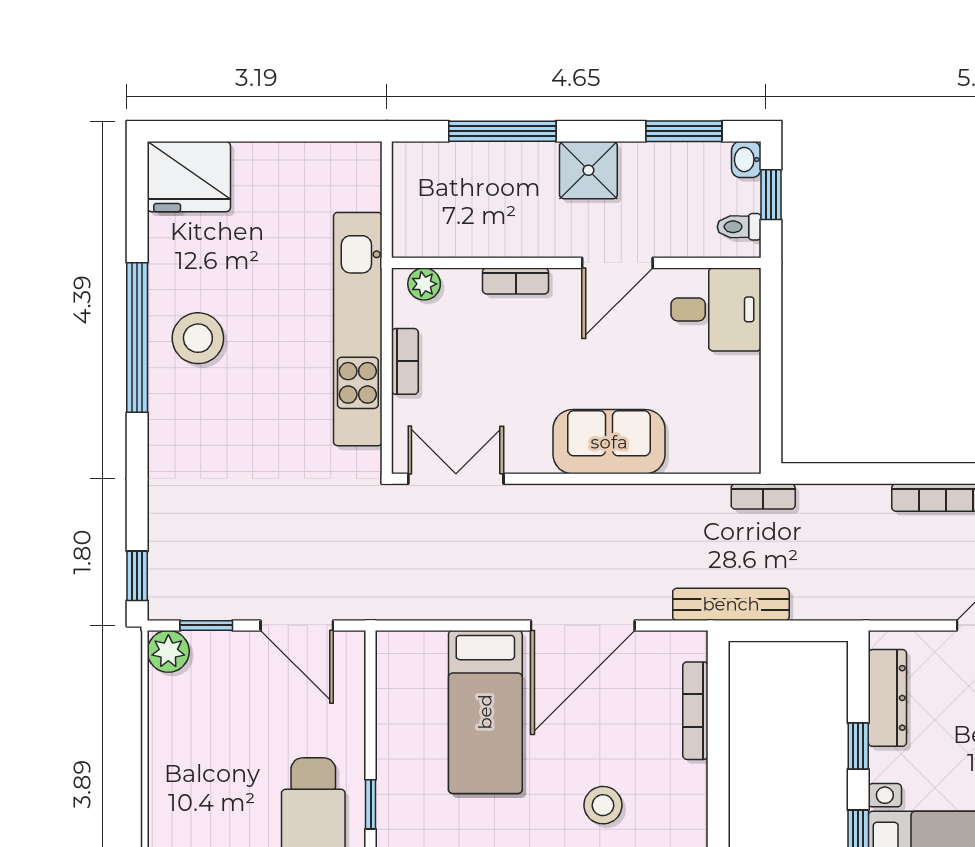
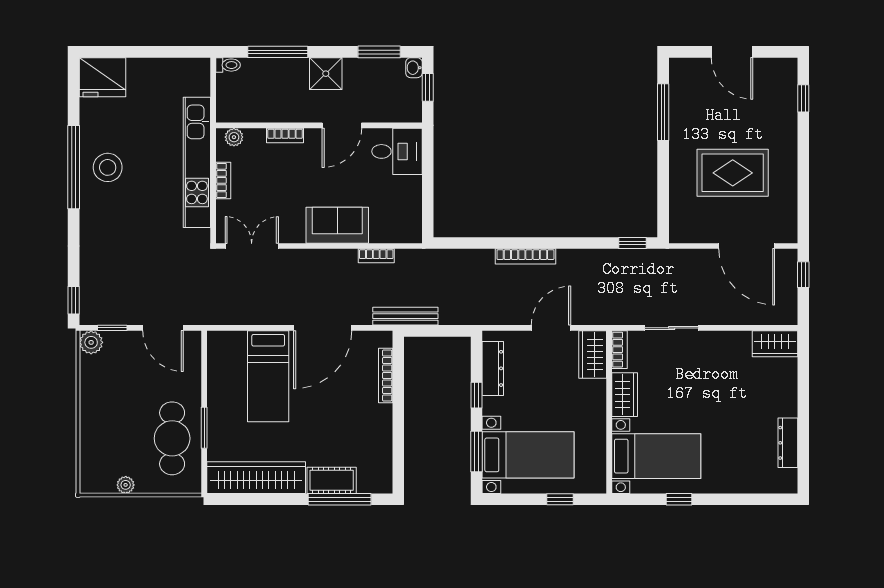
toilet: (739, 227) -> (228, 65), moved, turned 180
bookcase: (763, 496) -> (376, 256), moved
window: (371, 804) -> (204, 428), width x1.50
stool: (603, 805) -> (334, 428), removed

